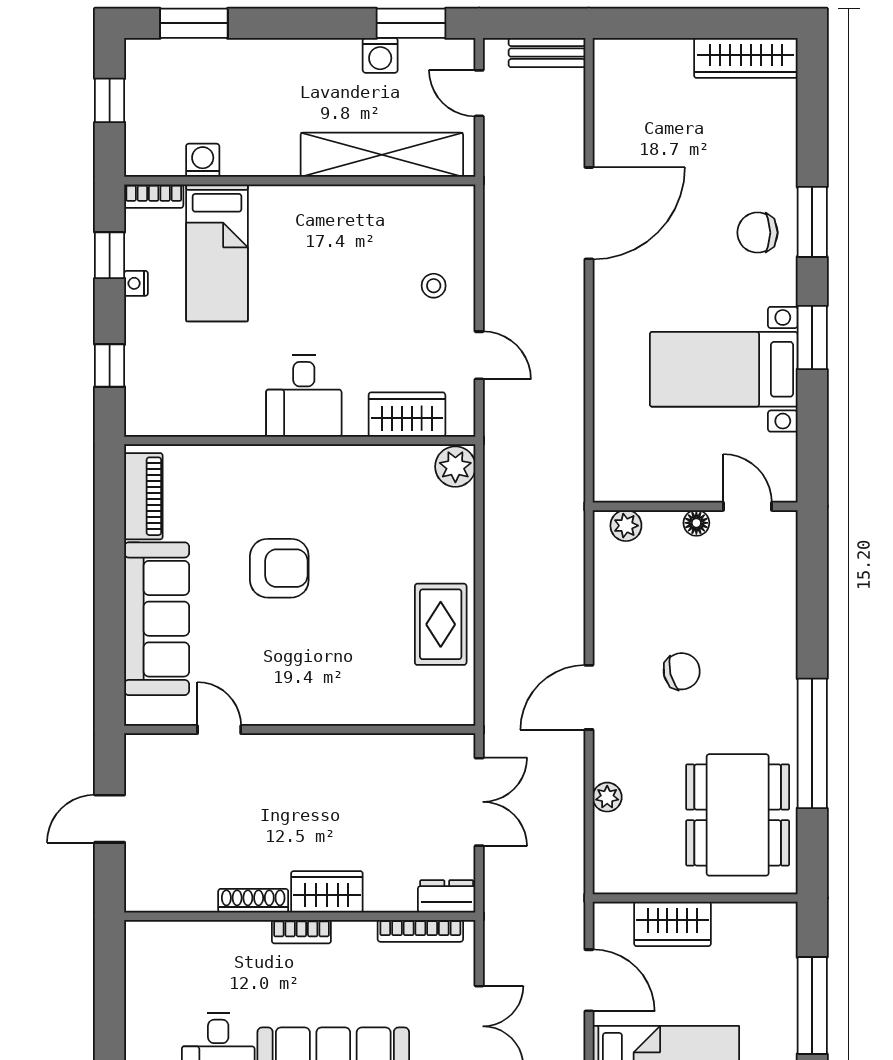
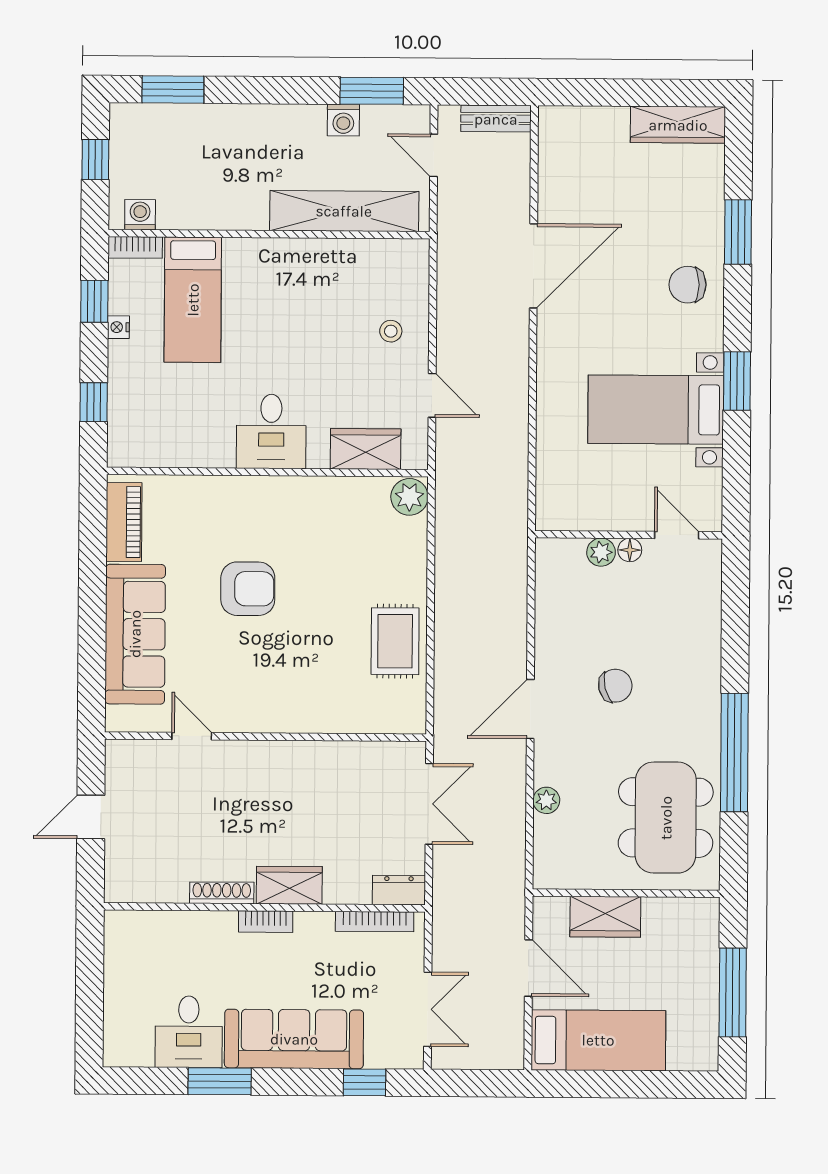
washing machine: (203, 160) -> (140, 215), moved
window: (812, 222) -> (738, 232), moved
plant: (626, 526) -> (601, 552), moved

